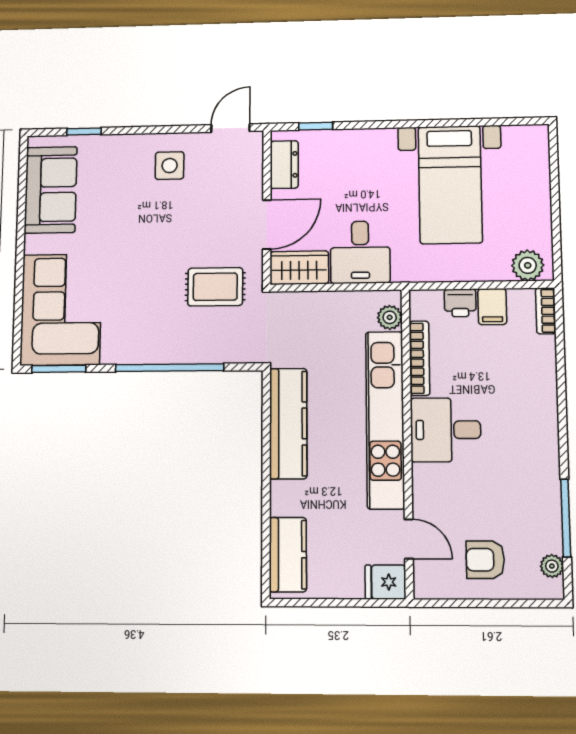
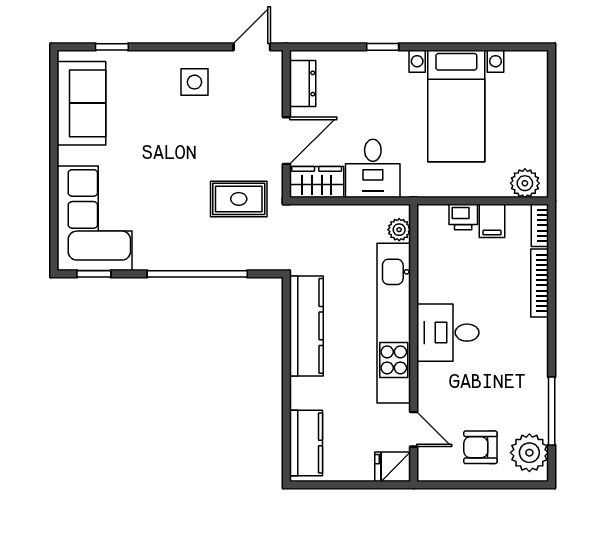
window: (316, 126) -> (383, 47), moved
bookcase: (419, 358) -> (540, 283), moved, turned 180
window: (59, 369) -> (94, 274), width x0.67
plant: (552, 566) -> (529, 453), width x1.87, depth x1.87

